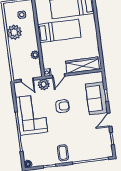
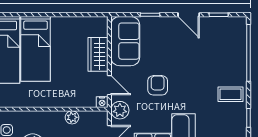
bed: (59, 31) -> (36, 49), moved, turned 180
wardrobe: (82, 65) -> (98, 54), width x0.67
sofa: (96, 98) -> (125, 41), moved, turned -90

